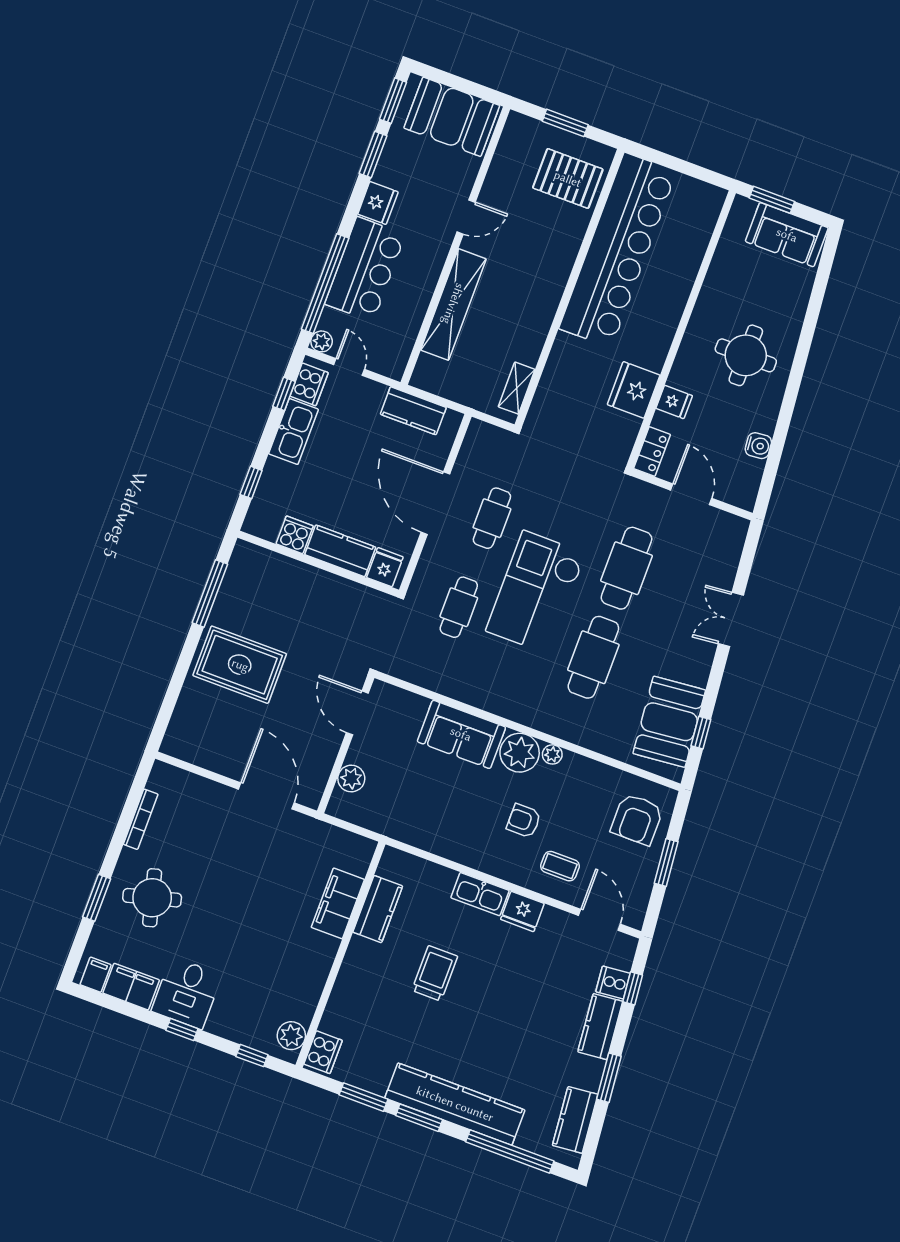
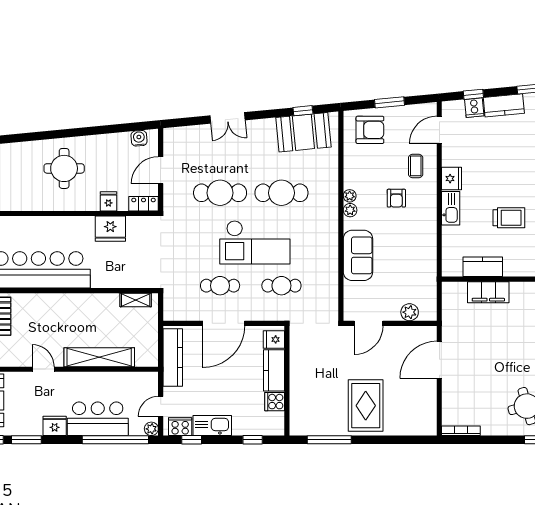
kitchen counter: (413, 411) -> (173, 358), width x1.50
water cooler: (758, 446) -> (139, 138), moved
plant: (520, 753) -> (350, 210), width x0.53, depth x0.53
bookcase: (141, 819) -> (461, 431), moved
trolley: (435, 973) -> (509, 218), turned 180

